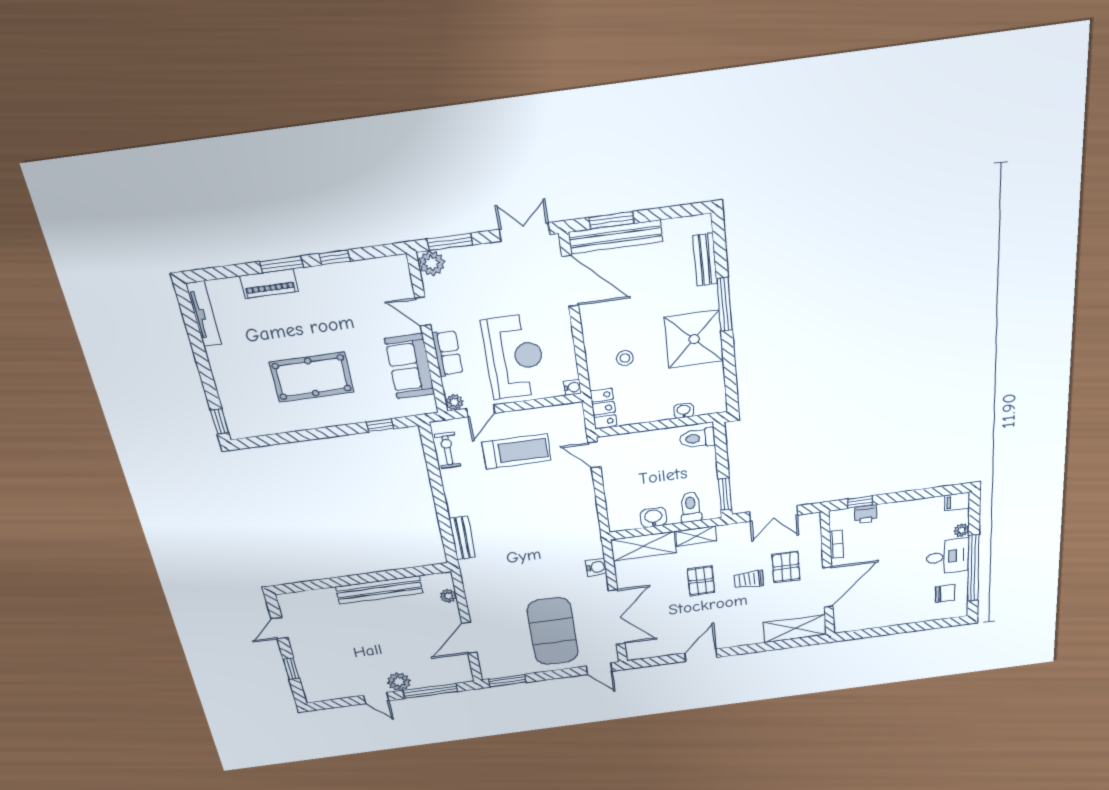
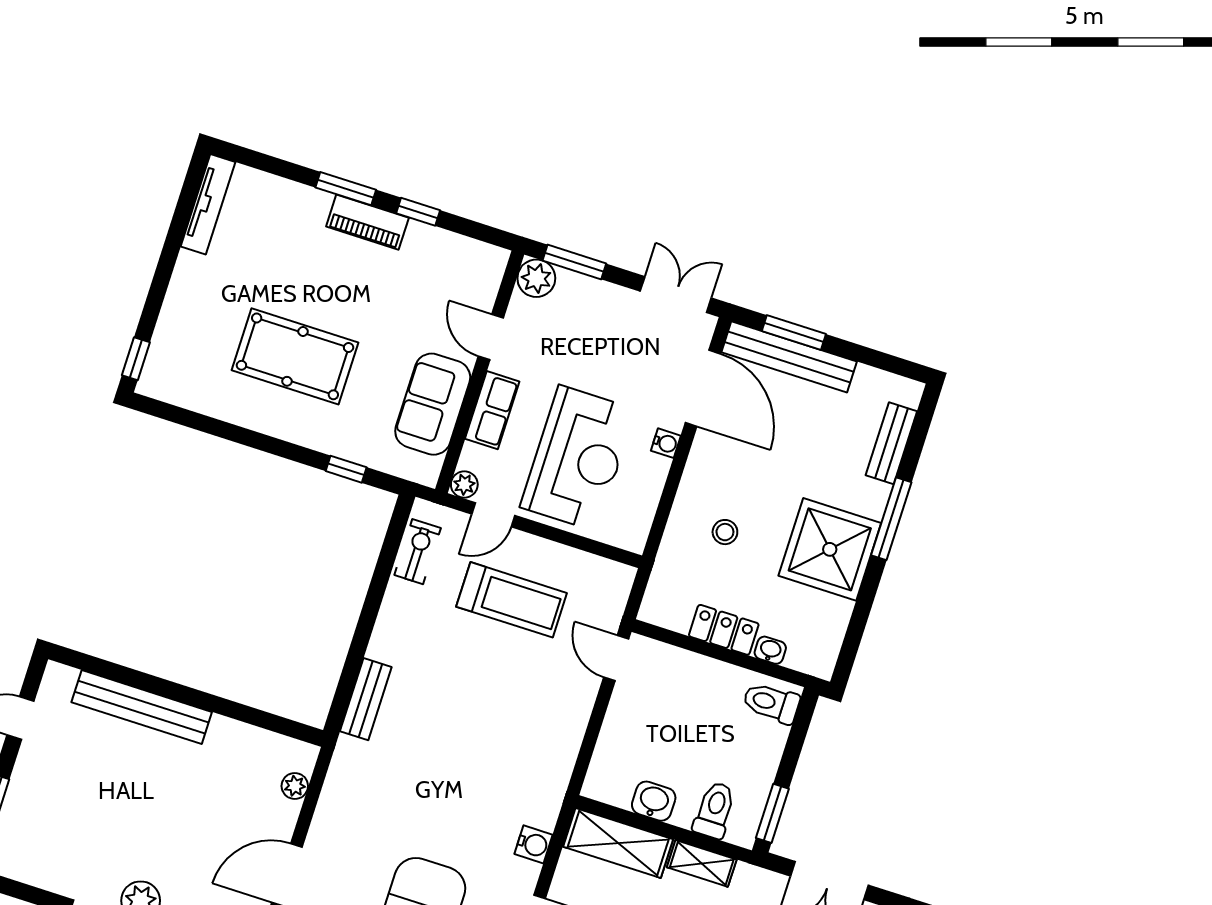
piano: (269, 284) -> (367, 222), moved
water cooler: (573, 387) -> (666, 443), moved
locker: (603, 408) -> (724, 630), moved, turned -90
bench: (379, 590) -> (142, 707), moved

